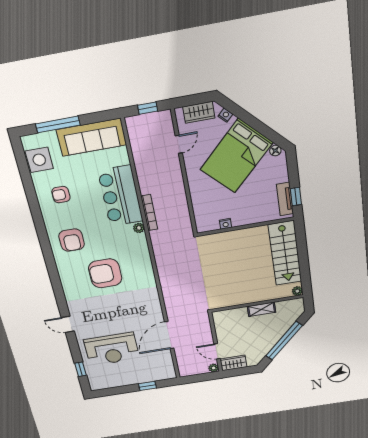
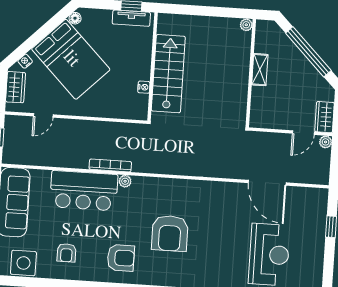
door: (179, 144) -> (43, 115), swing flipped
stairs: (285, 253) -> (168, 74), moved, turned -90

